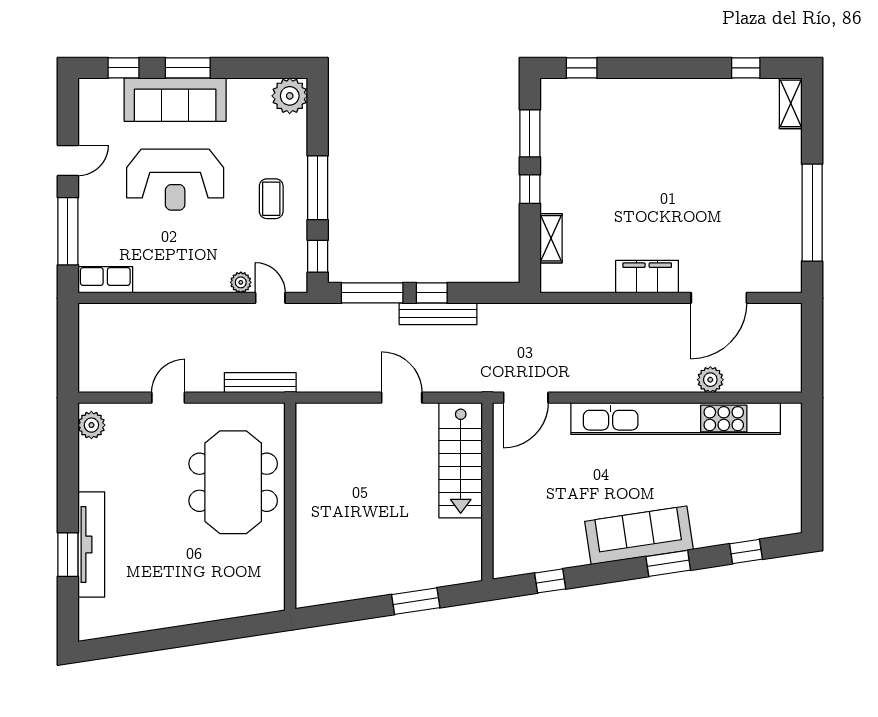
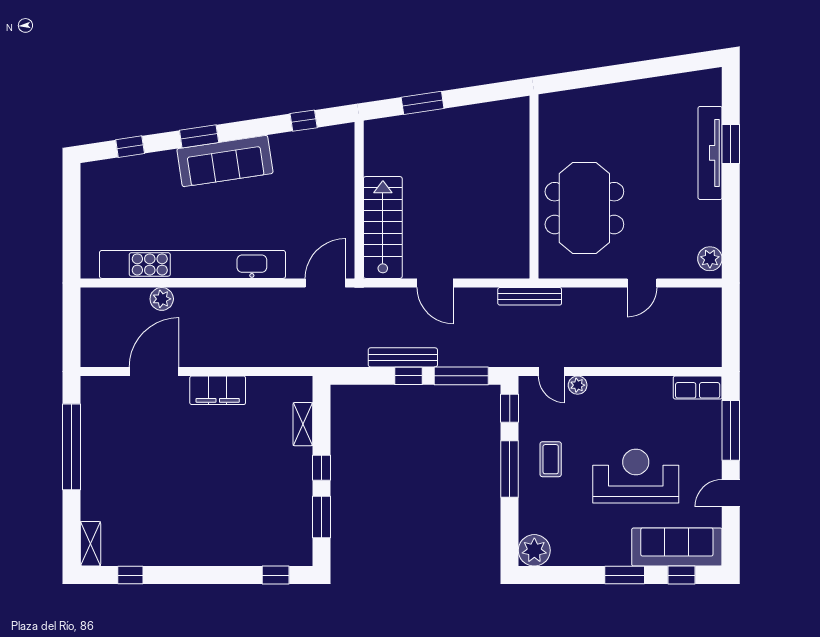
sofa: (175, 100) -> (677, 547), moved
bench: (260, 383) -> (530, 296), moved

